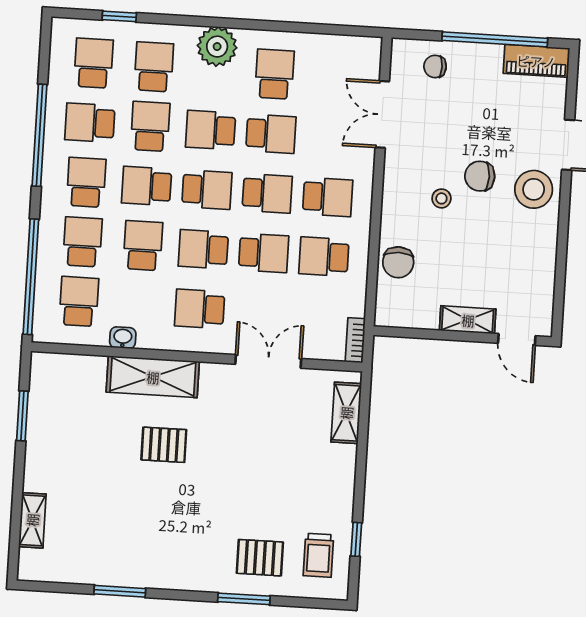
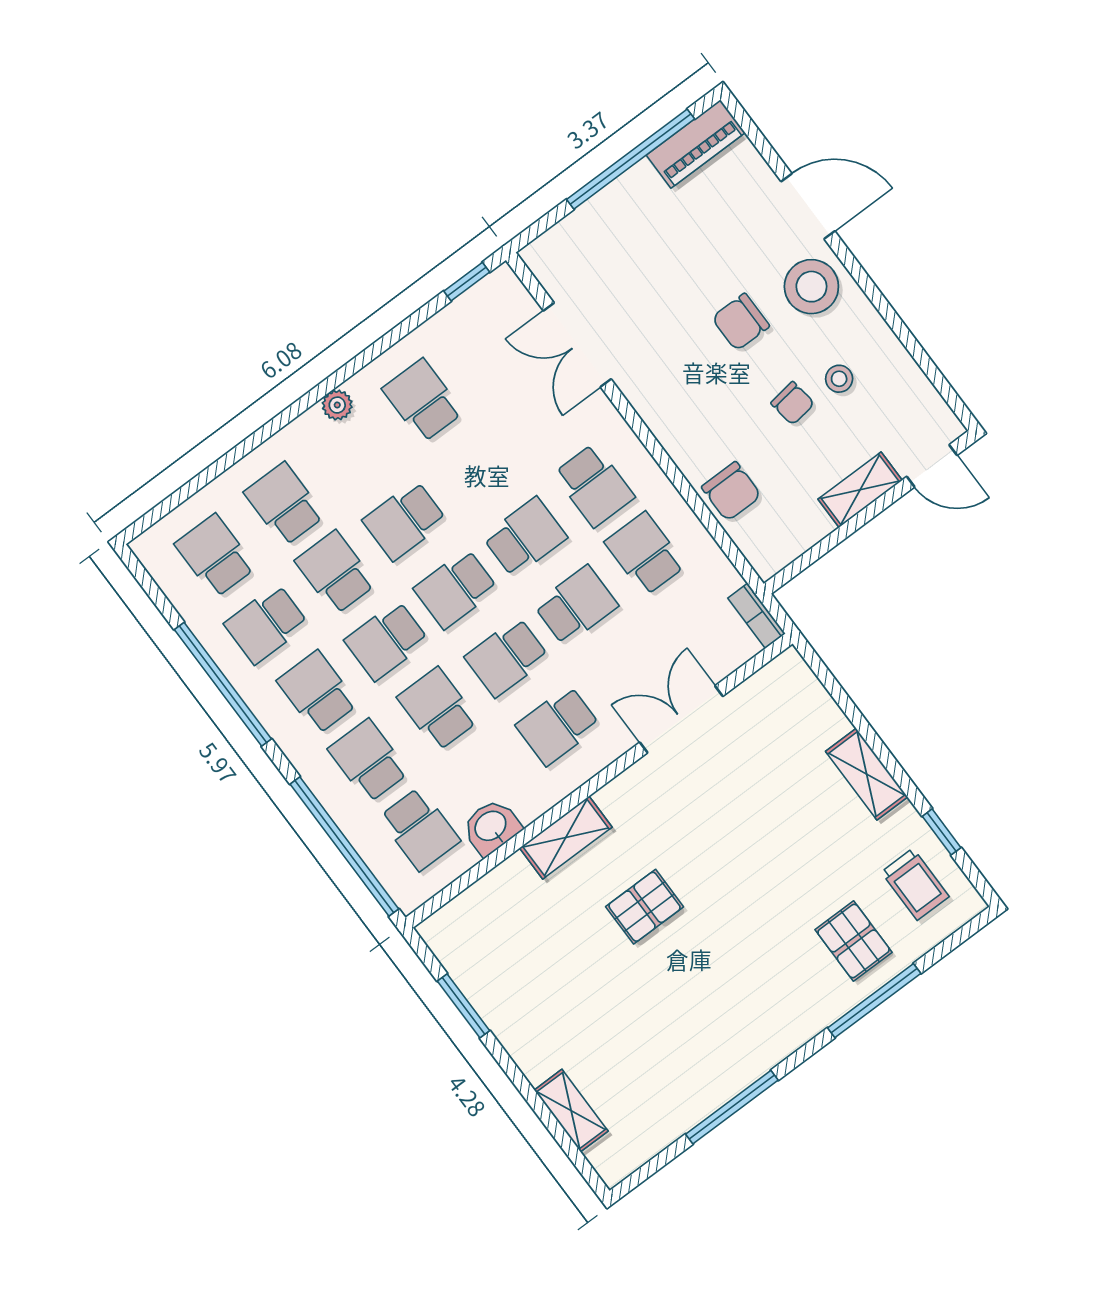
window: (119, 16) -> (467, 282), moved
plant: (217, 47) -> (337, 405), width x0.53, depth x0.53
chair: (435, 66) -> (793, 403), moved, turned -98
school desk: (271, 134) -> (474, 469), removed
school desk: (207, 190) -> (456, 589), turned 180
school desk: (328, 197) -> (594, 485), turned 90
stool: (441, 198) -> (839, 379), moved
school desk: (324, 257) -> (645, 554), turned 90
school desk: (79, 301) -> (420, 829), turned 180
washbasin: (123, 338) -> (491, 827), width x1.38, depth x1.45
shelving: (153, 377) -> (566, 838), width x0.67, depth x0.75
shelving: (346, 413) -> (867, 774), moved
pallet: (260, 558) -> (854, 941), turned 90
window: (120, 591) -> (732, 1107), width x1.44
window: (244, 599) -> (874, 1001), width x1.44

